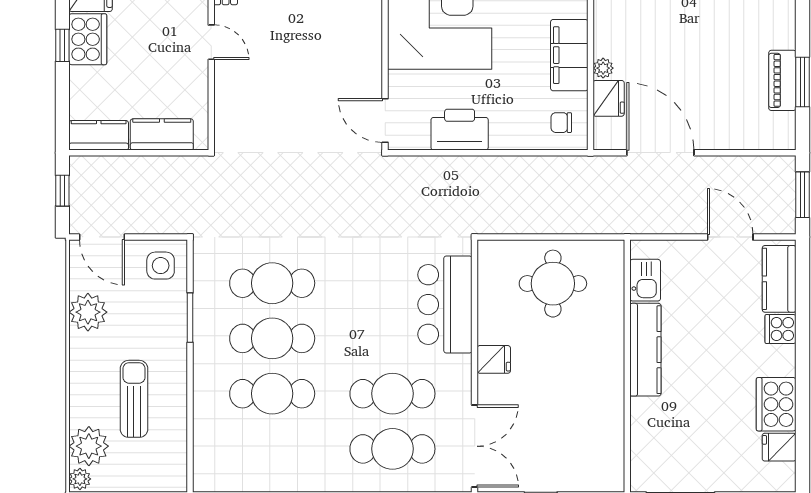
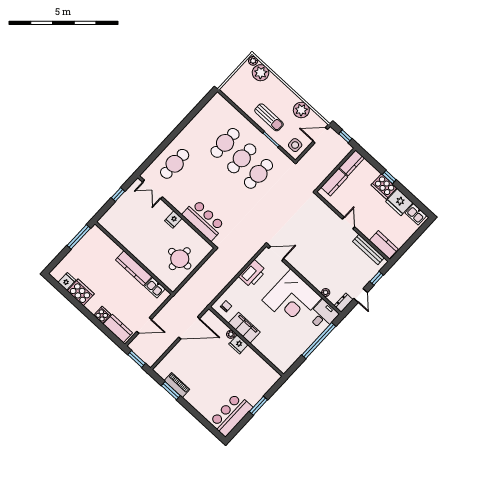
door: (211, 42) -> (348, 223), swing flipped
fridge: (609, 98) -> (238, 344), moved
cafe table: (392, 394) -> (191, 179), removed
sun lounger: (134, 399) -> (269, 117), moved
double door: (475, 446) -> (152, 189), width x0.73

